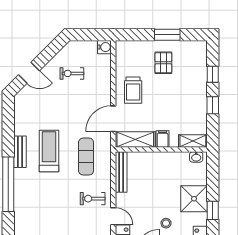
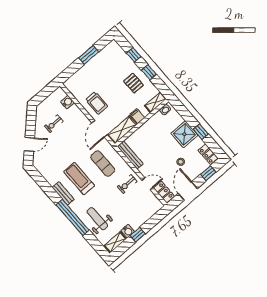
water cooler: (104, 47) -> (67, 102), moved
pallet: (163, 63) -> (134, 83), moved
weight bench: (32, 207) -> (97, 219), added

